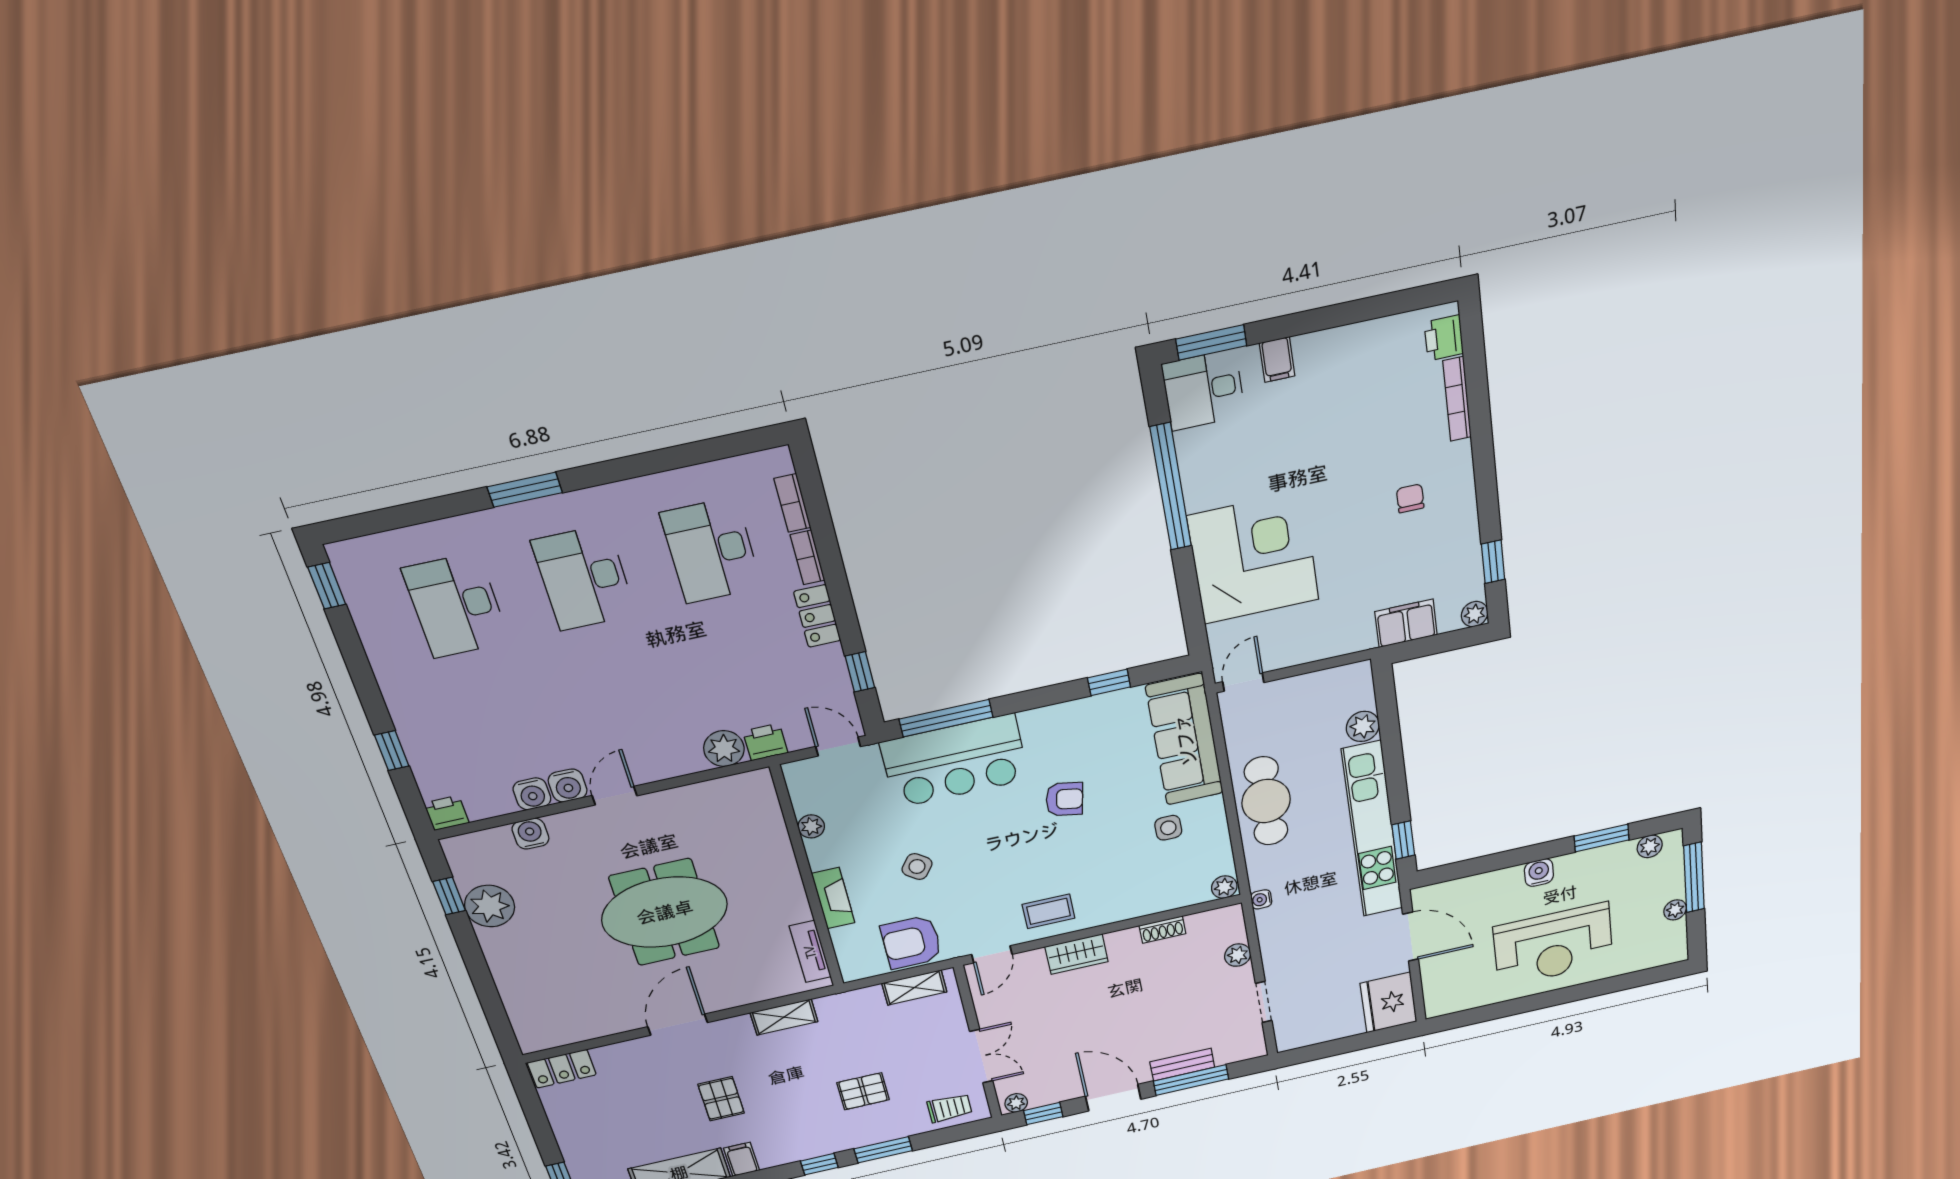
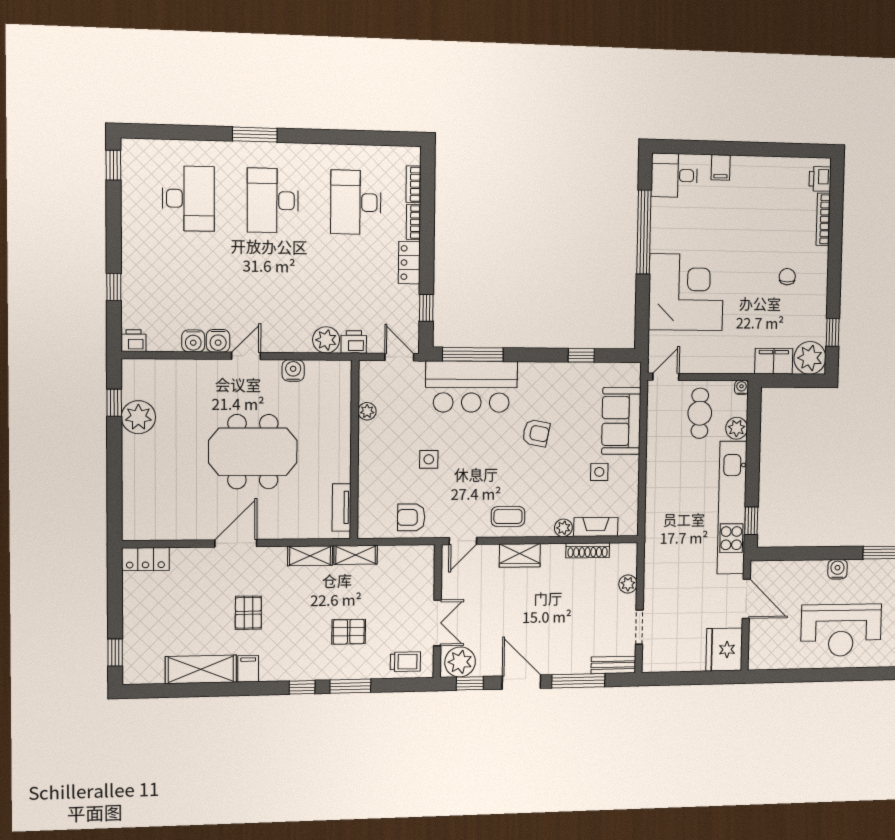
window: (1211, 342) -> (684, 147), removed
desk: (456, 606) -> (188, 199), turned 180
plant: (1475, 614) -> (810, 358), width x1.88, depth x1.88
sofa: (1185, 740) -> (621, 421), width x0.73
cafe table: (1266, 801) -> (700, 413), moved, width x0.73, depth x0.74
water cooler: (530, 834) -> (293, 371), moved
side table: (917, 867) -> (429, 459), turned -37
plant: (1224, 887) -> (563, 528), moved
fireplace: (833, 898) -> (596, 527), moved, turned -90
water cooler: (1261, 899) -> (742, 387), moved, turned 90
shoe rack: (1162, 930) -> (588, 550), width x1.43
armchair: (911, 942) -> (411, 517), width x0.72, depth x0.72
shelving: (914, 988) -> (356, 555), moved
bench: (1182, 1065) -> (613, 665), moved
plant: (1016, 1103) -> (460, 662), width x1.88, depth x1.88

